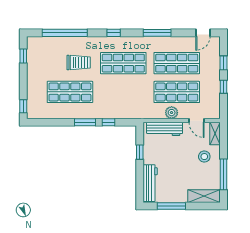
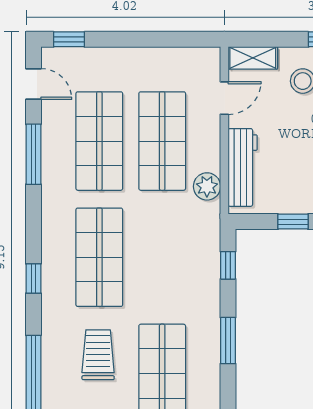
window: (157, 33) -> (33, 154), moved
window: (223, 63) -> (69, 39), moved
window: (223, 87) -> (151, 39), removed
plant: (172, 113) -> (207, 186), moved
window: (108, 122) -> (228, 265), moved

